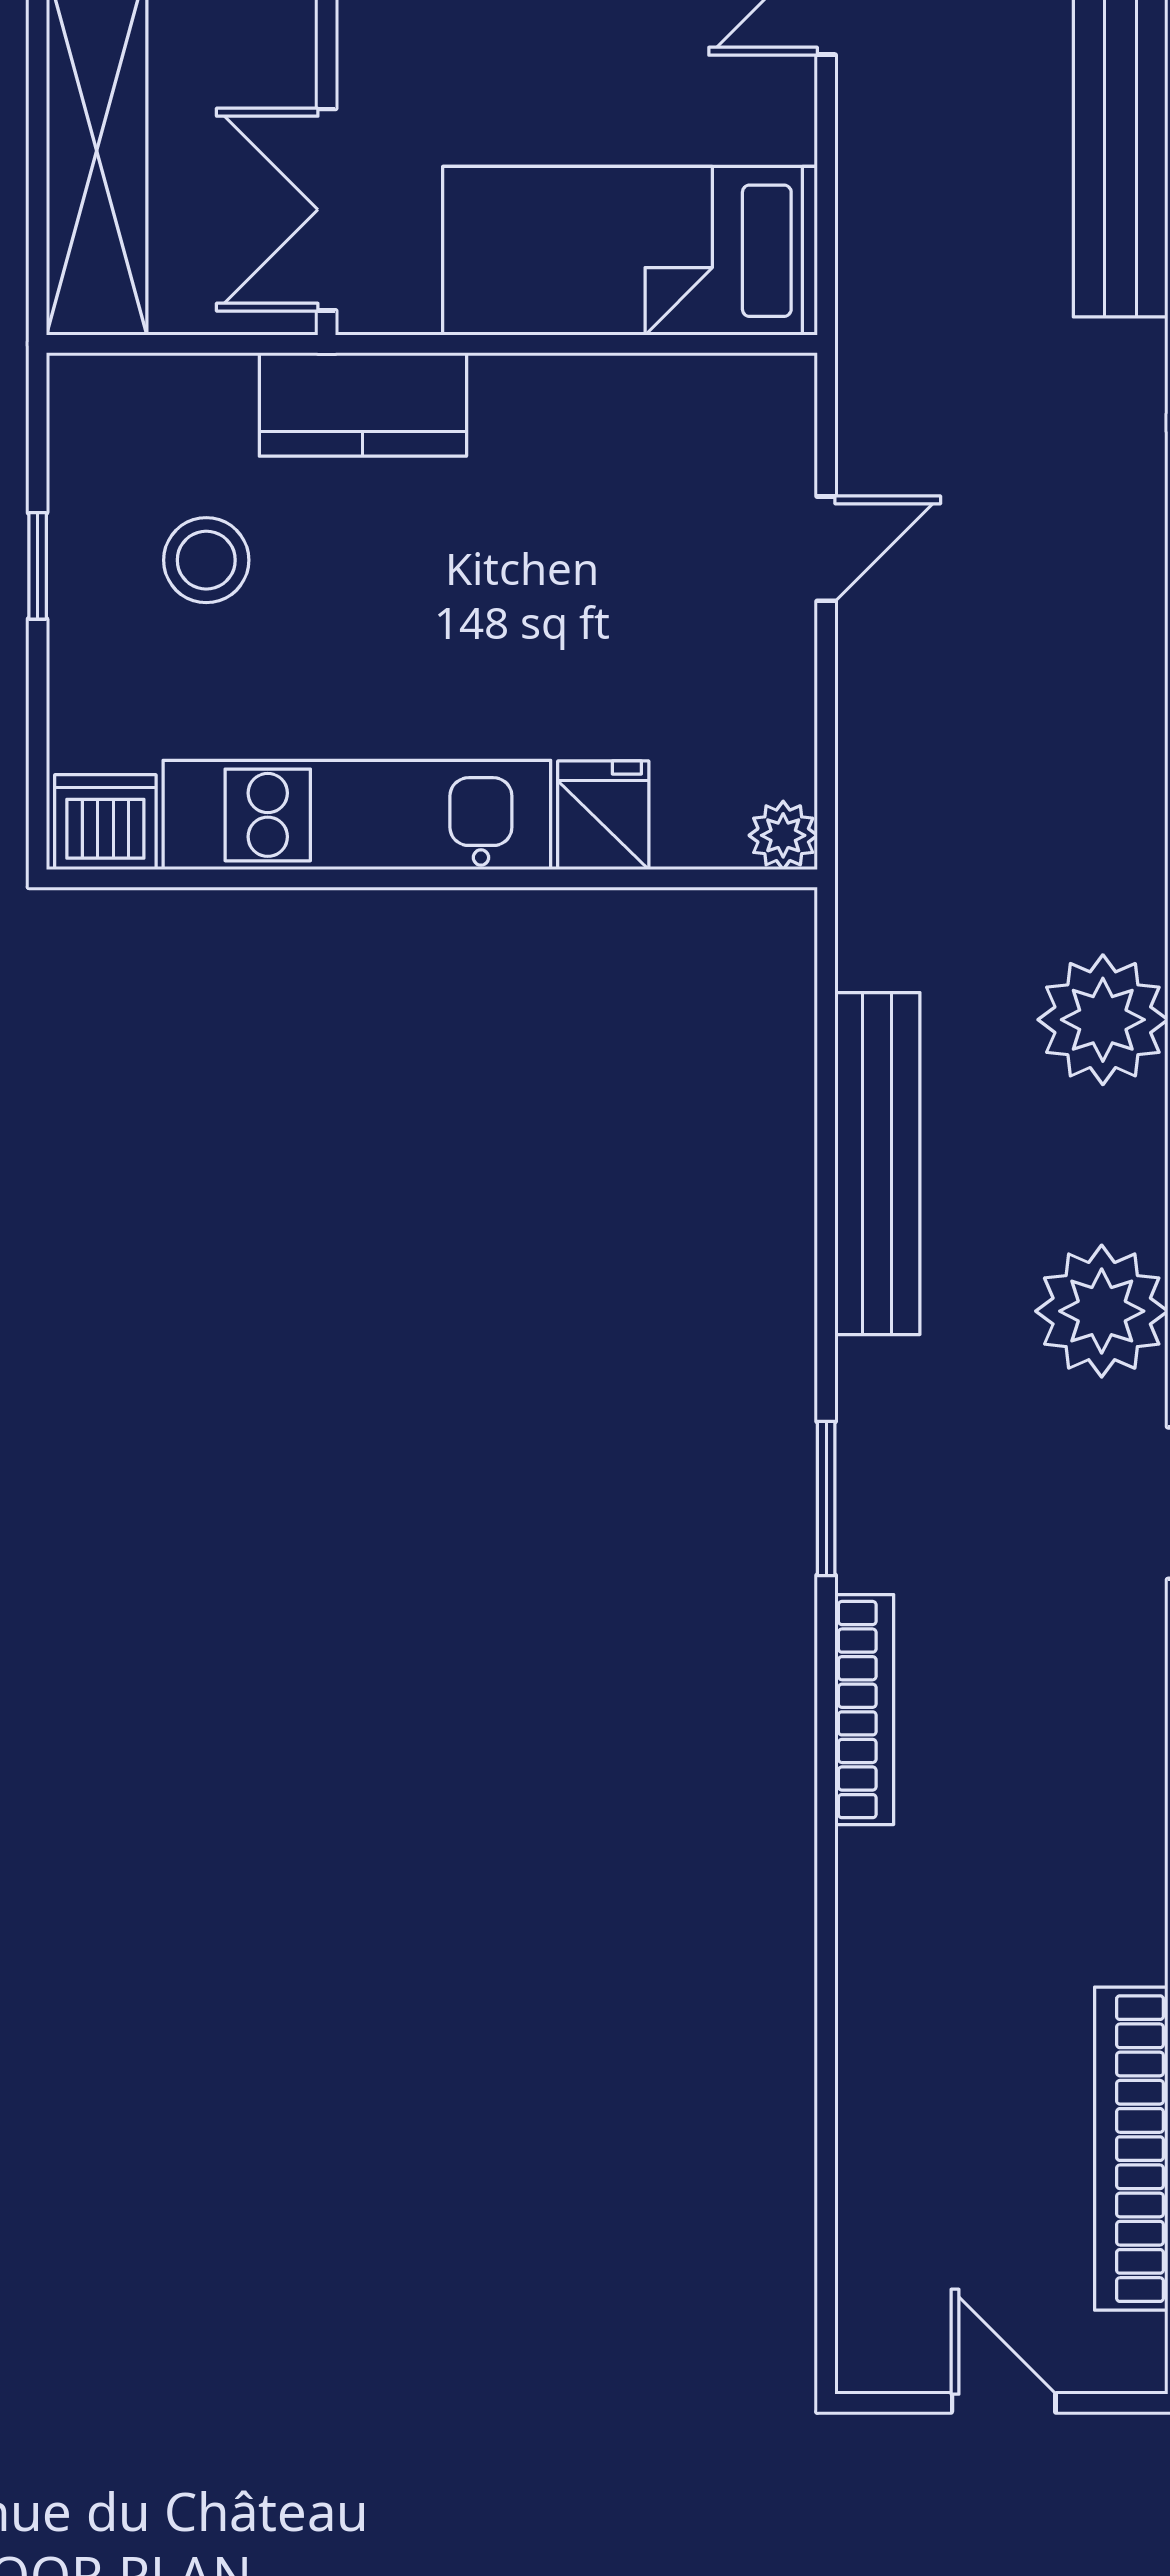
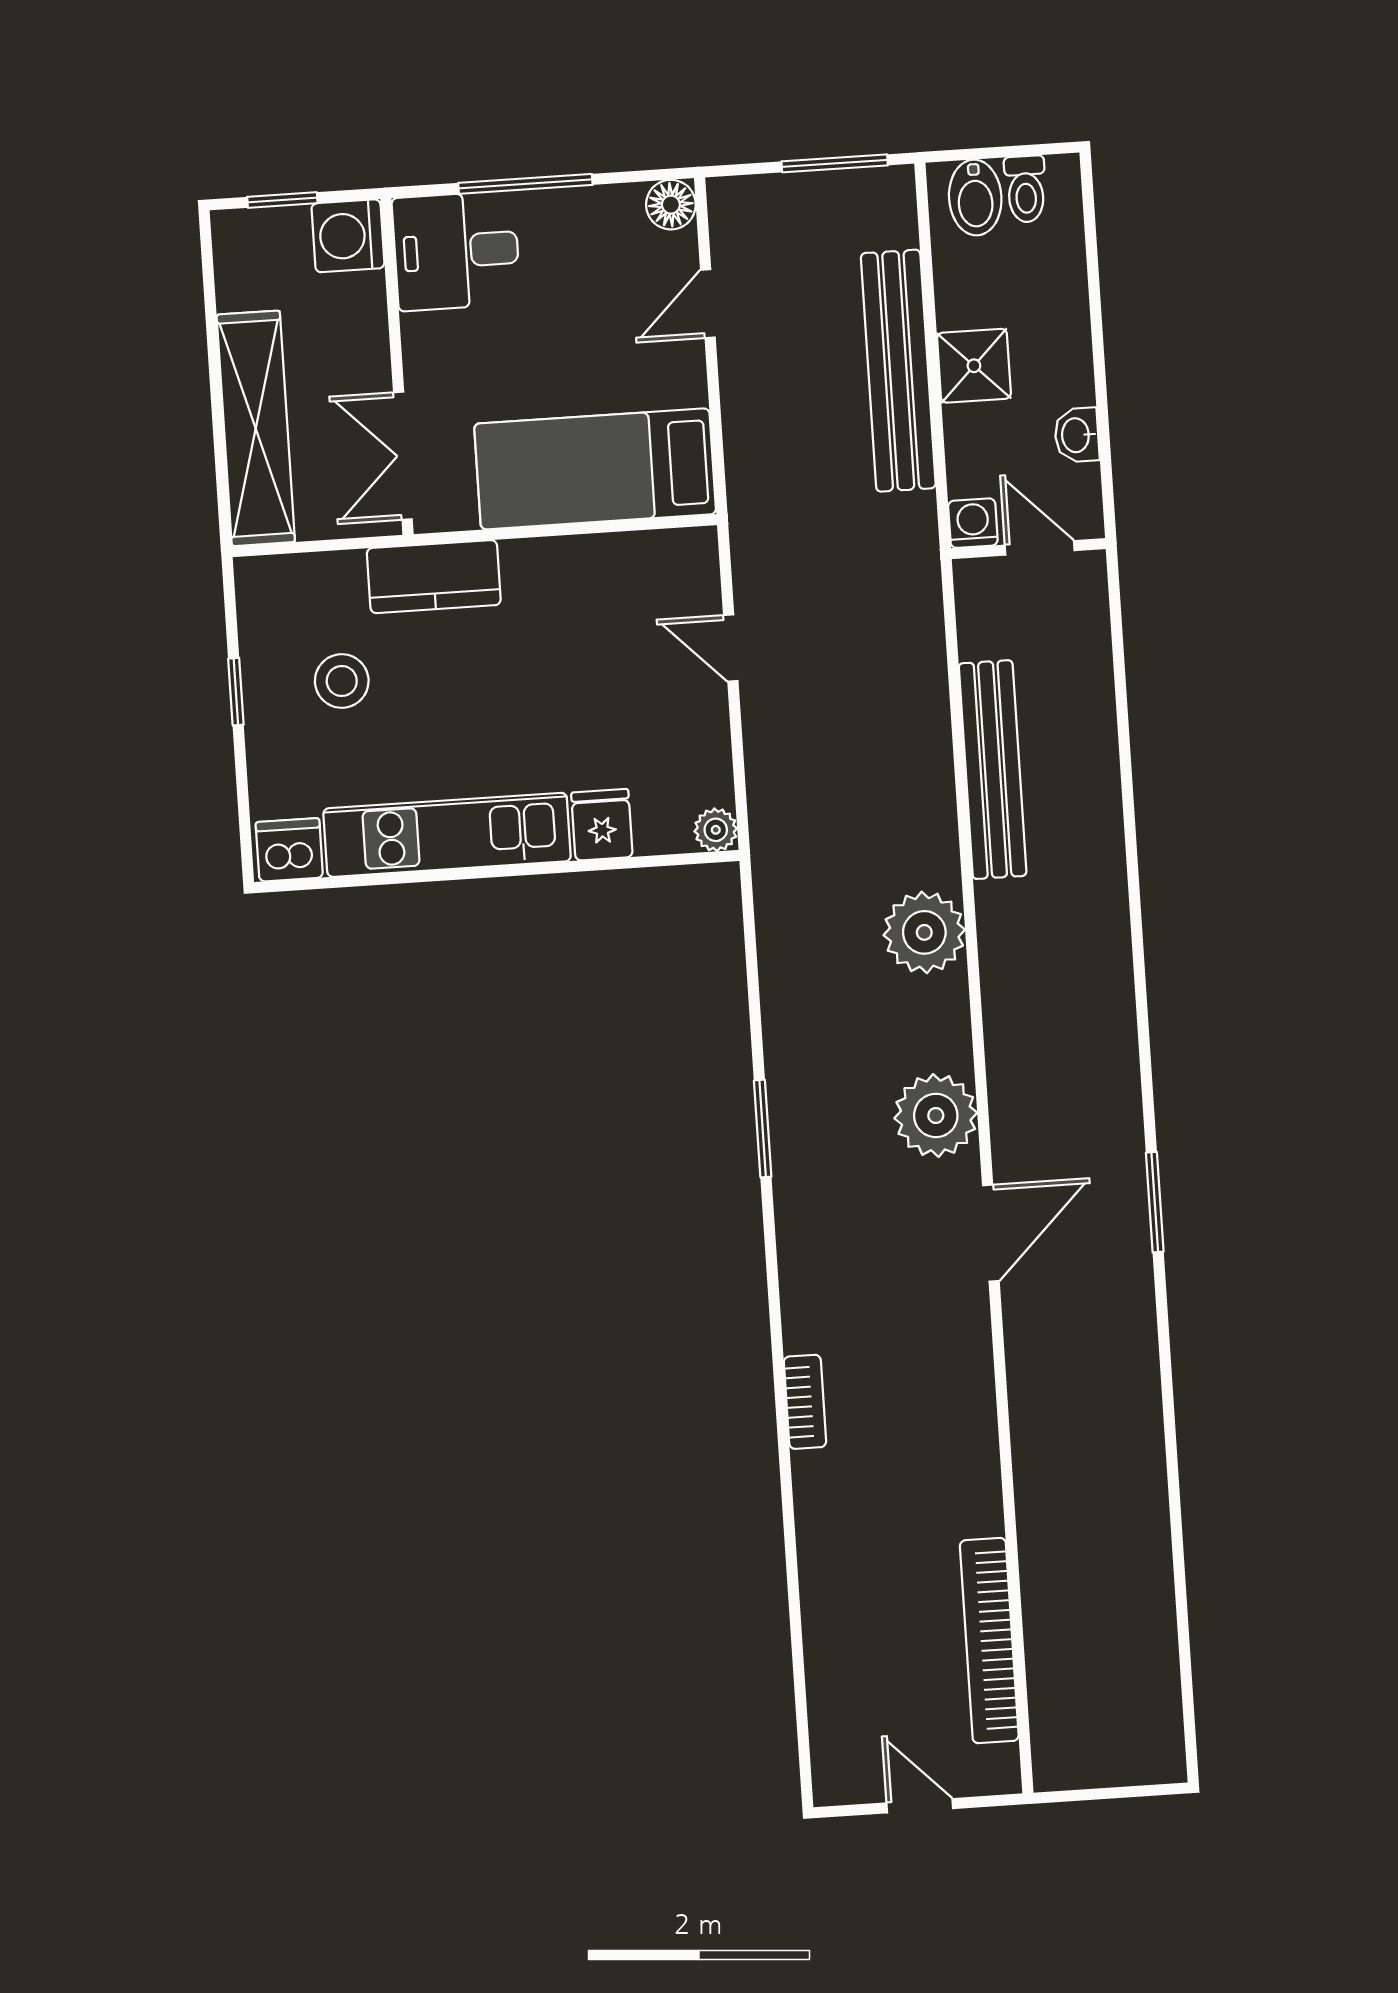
door: (826, 549) -> (731, 648), swing flipped
bench: (877, 1164) -> (789, 1032), removed
window: (826, 1498) -> (763, 1129), moved
bookcase: (864, 1710) -> (805, 1402), width x0.64

